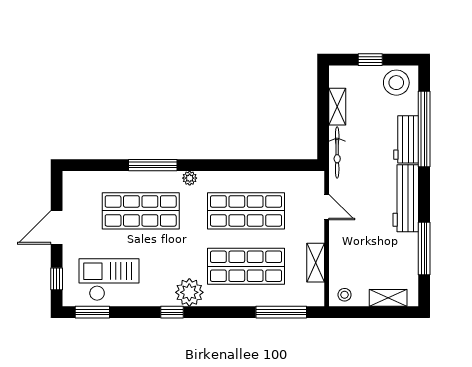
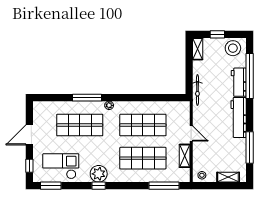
shelving: (337, 107) -> (198, 49), moved
door: (327, 207) -> (191, 134), moved
plant: (189, 292) -> (99, 174), moved

